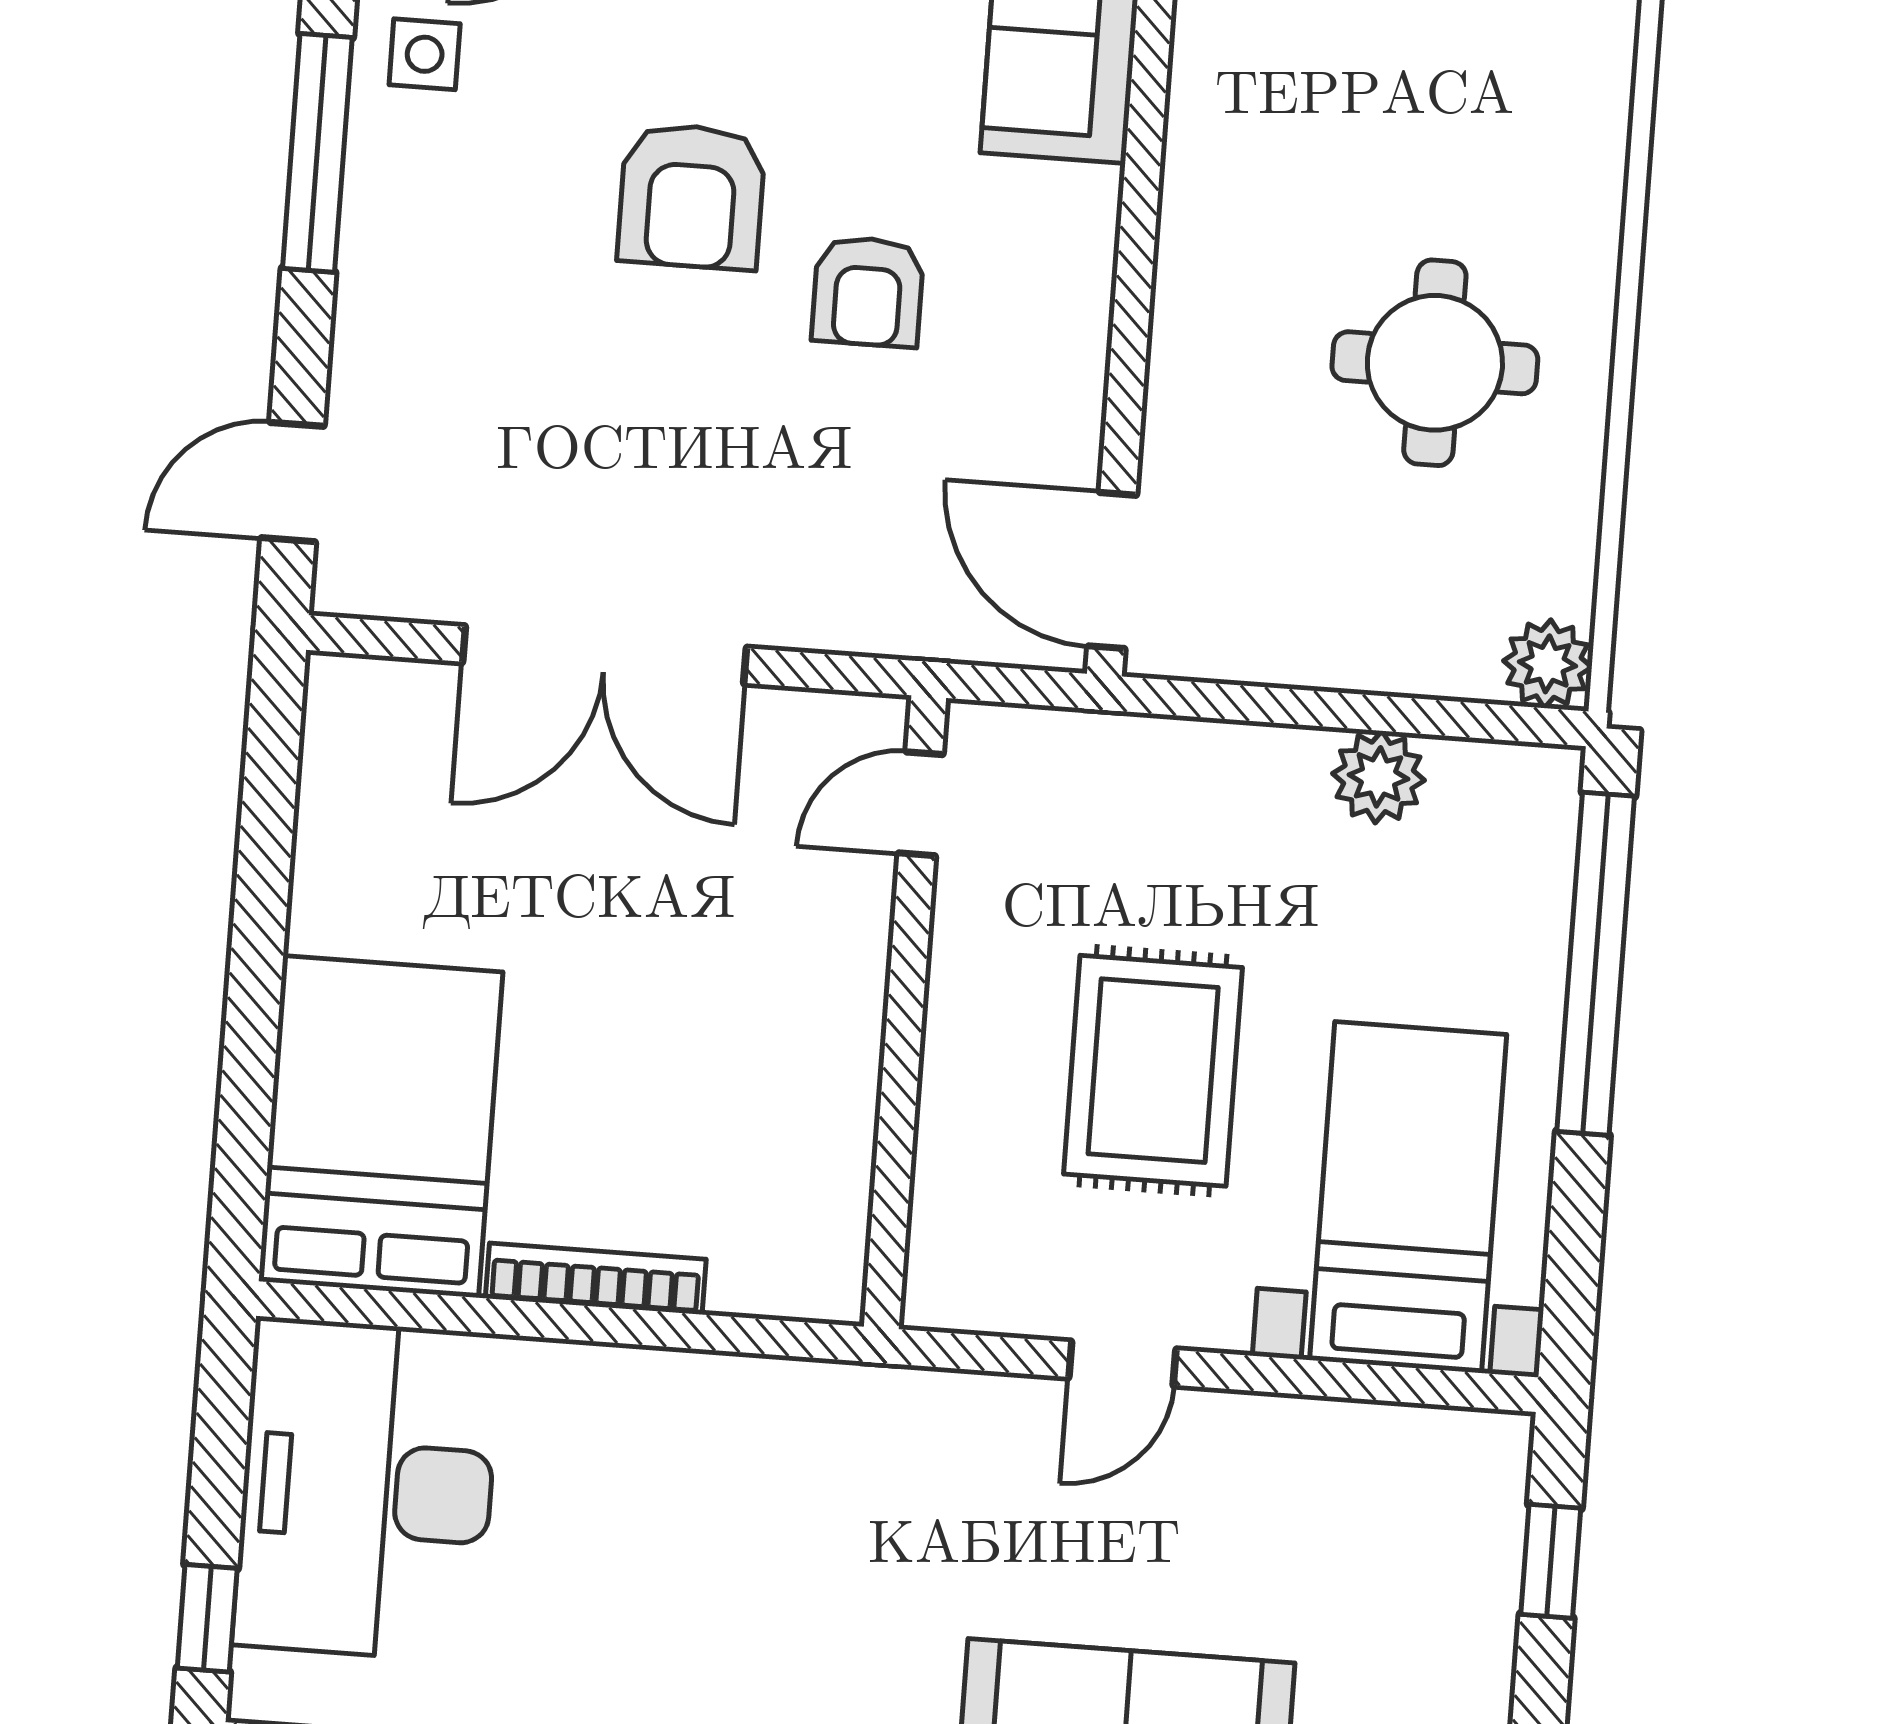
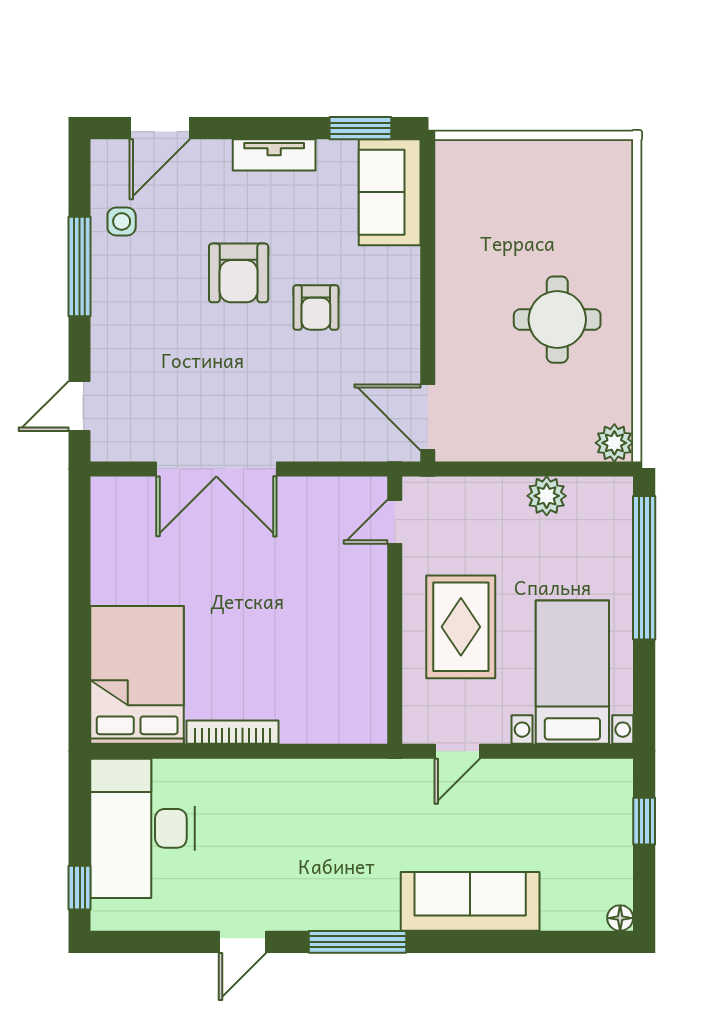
door: (921, 804) -> (395, 522), moved
wall: (905, 1012) -> (395, 610), moved

